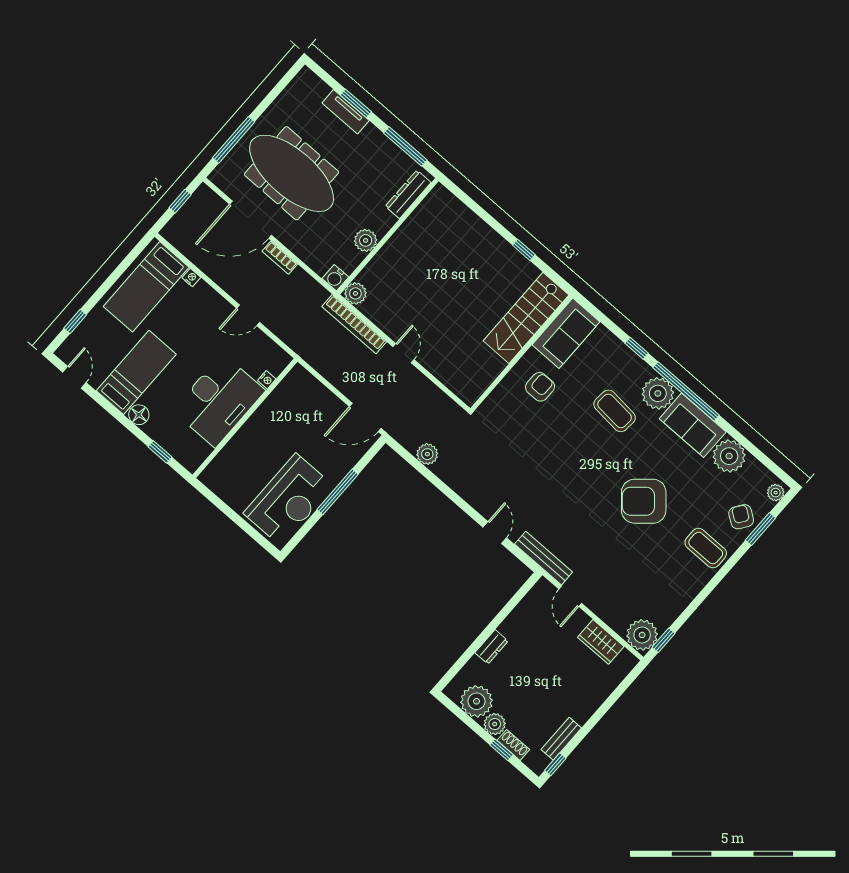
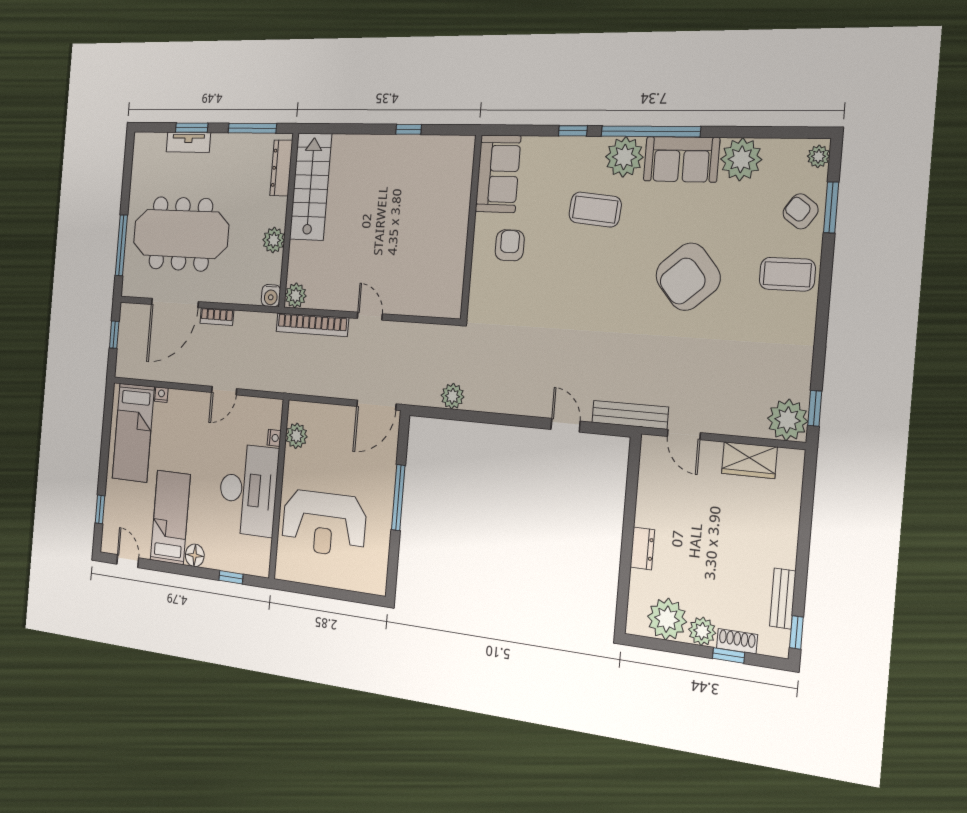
stairs: (526, 318) -> (311, 187), moved, turned 180
plant: (286, 392) -> (296, 436), added
reception desk: (288, 500) -> (324, 523), moved, turned 90

